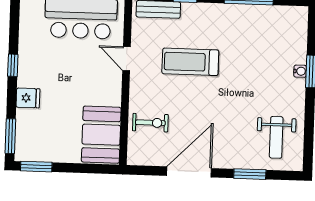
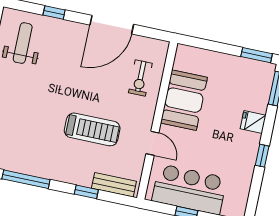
exercise bike: (150, 123) -> (140, 78), turned -90
booth: (101, 135) -> (184, 100), moved
window: (250, 174) -> (54, 12), width x0.67

